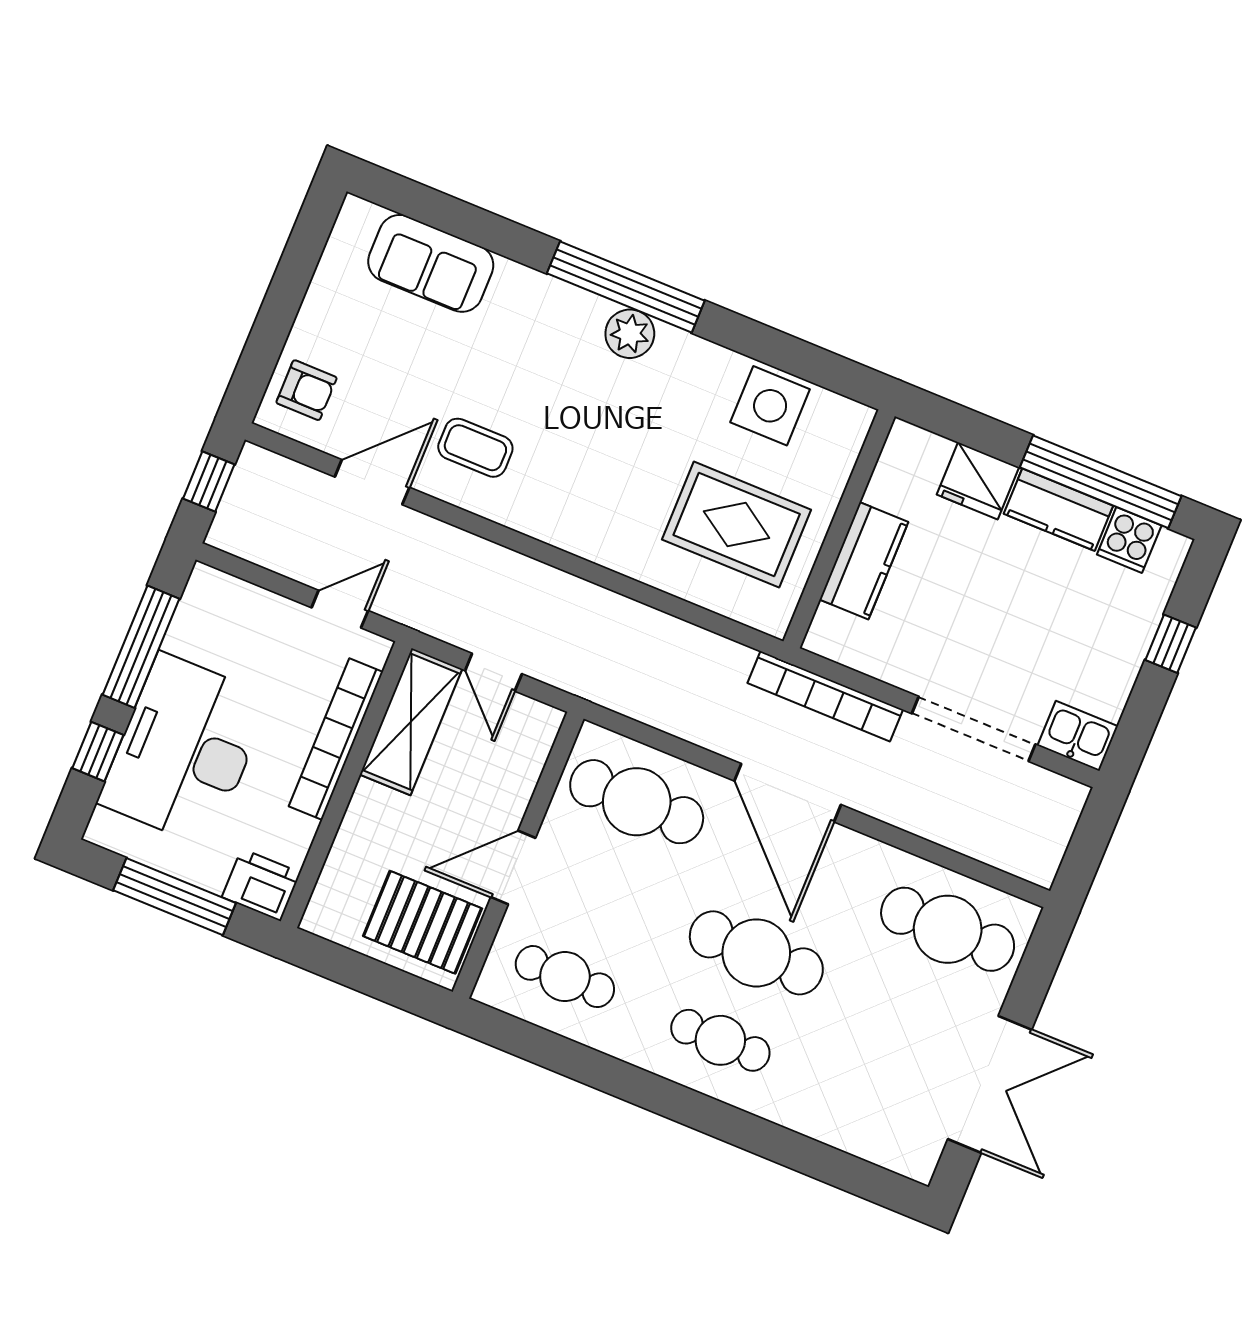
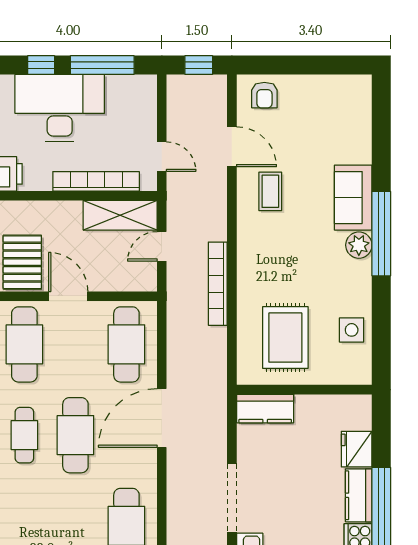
sofa: (431, 263) -> (353, 198), moved
side table: (770, 406) -> (352, 330), width x0.73, depth x0.73
kitchen counter: (864, 561) -> (265, 409), moved
bookcase: (825, 696) -> (218, 284), moved
cafe table: (565, 977) -> (24, 344), width x1.37, depth x1.35

